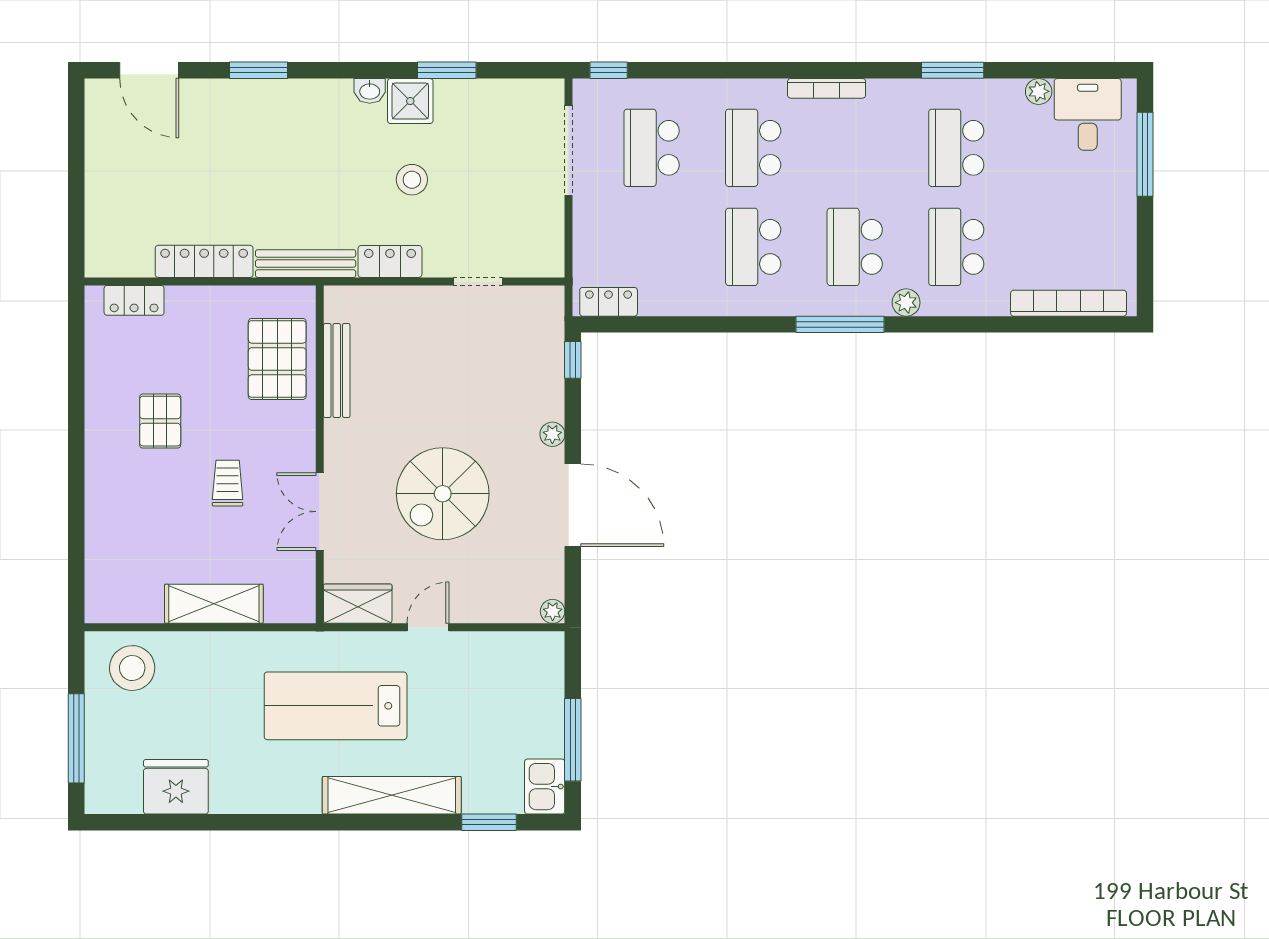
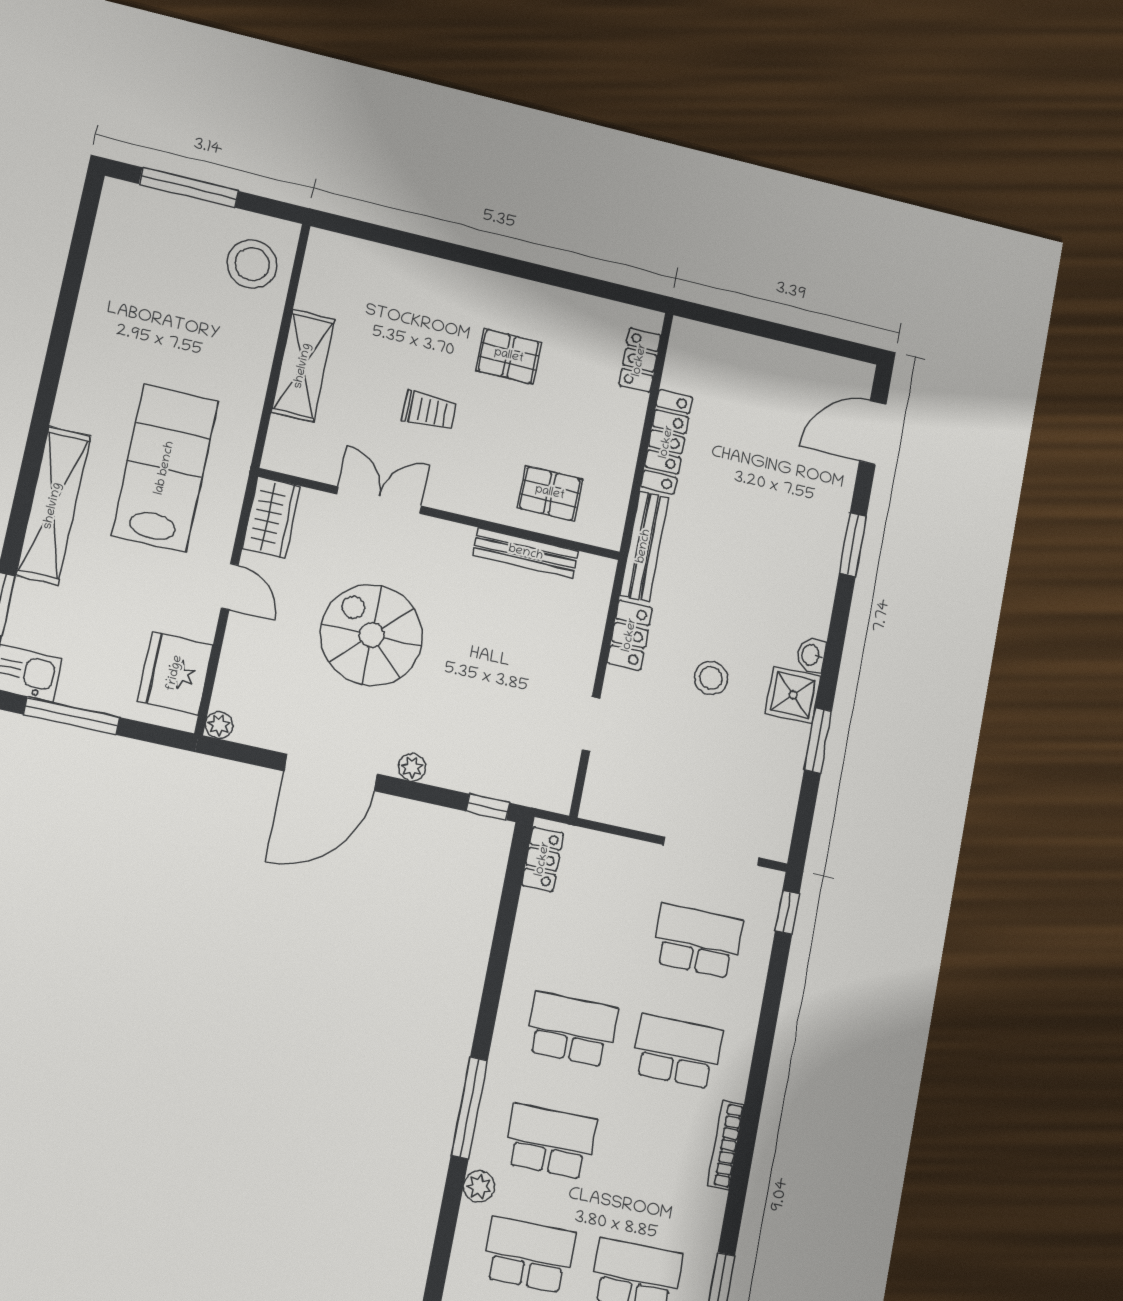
pallet: (277, 359) -> (550, 493), width x0.67, depth x0.71
fridge: (176, 787) -> (175, 673), moved, turned 180

